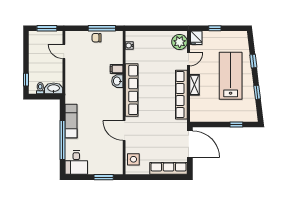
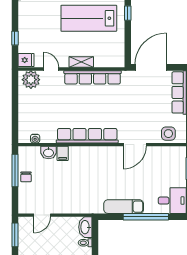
lab bench: (231, 76) -> (89, 18), moved
washbasin: (117, 81) -> (49, 152), moved

